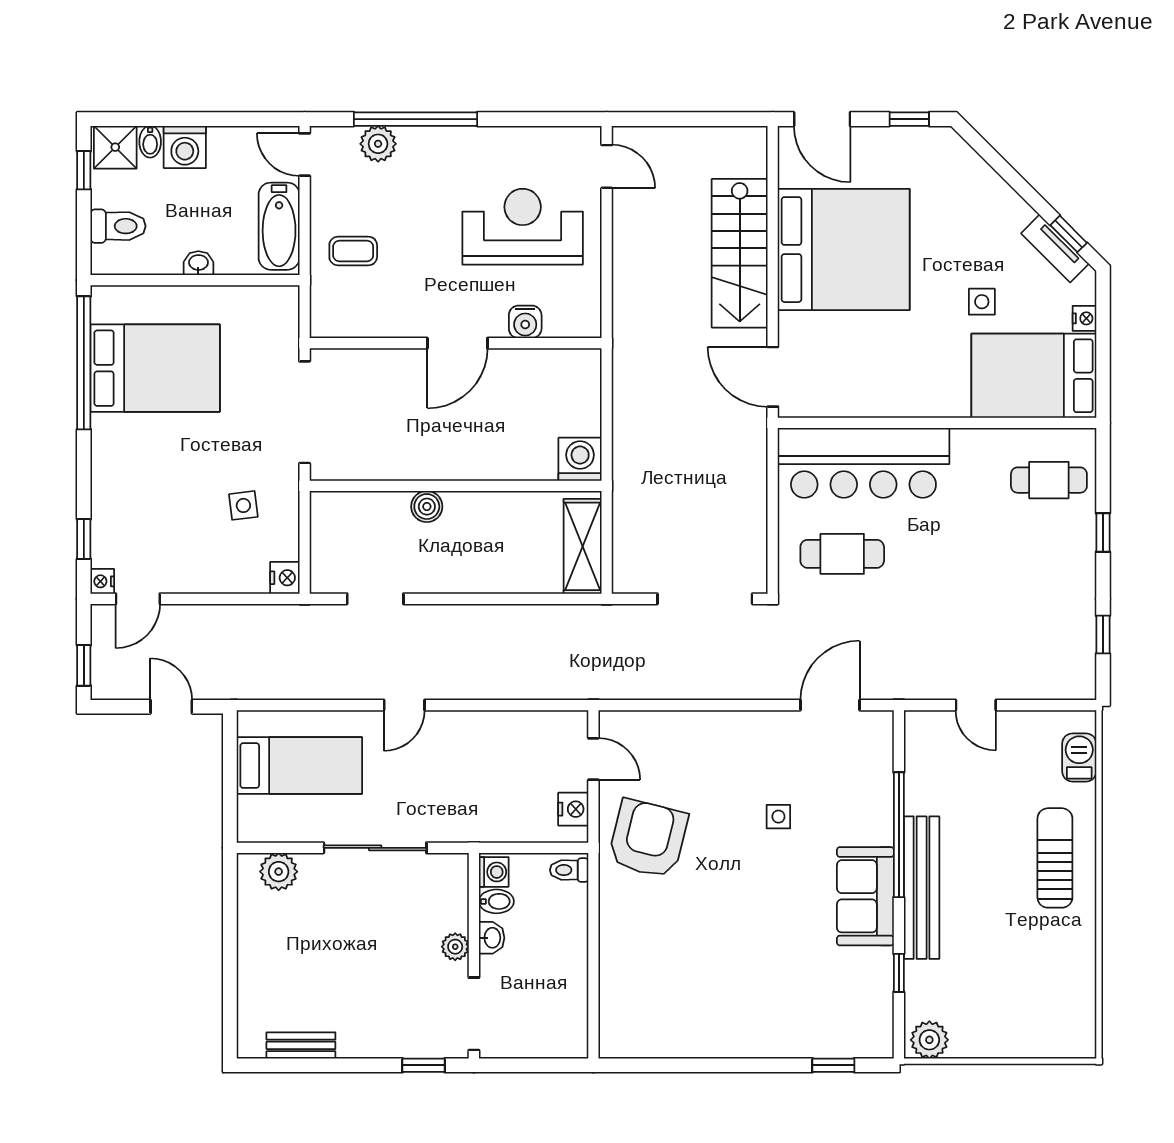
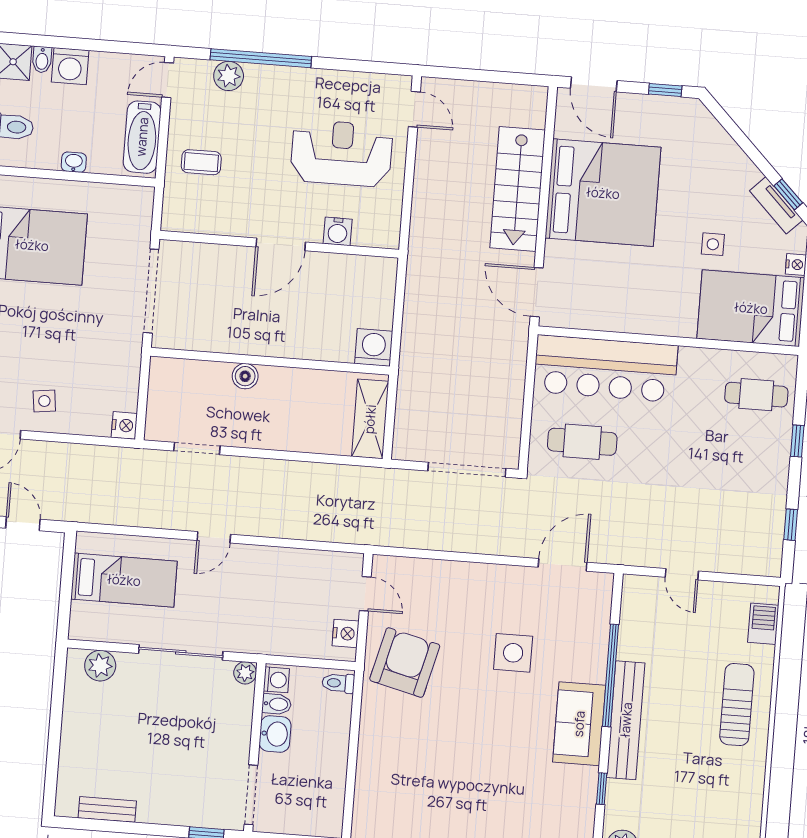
door: (305, 155) -> (168, 80), hinge flipped
side table: (243, 505) -> (44, 401), moved
side table: (778, 817) -> (513, 653), width x1.87, depth x1.87
washbasin: (492, 938) -> (275, 734), width x1.38, depth x1.45
plant: (455, 947) -> (245, 673), moved

